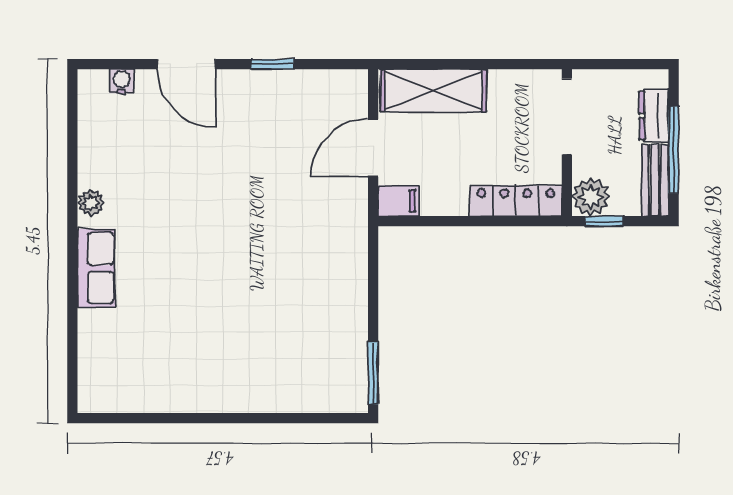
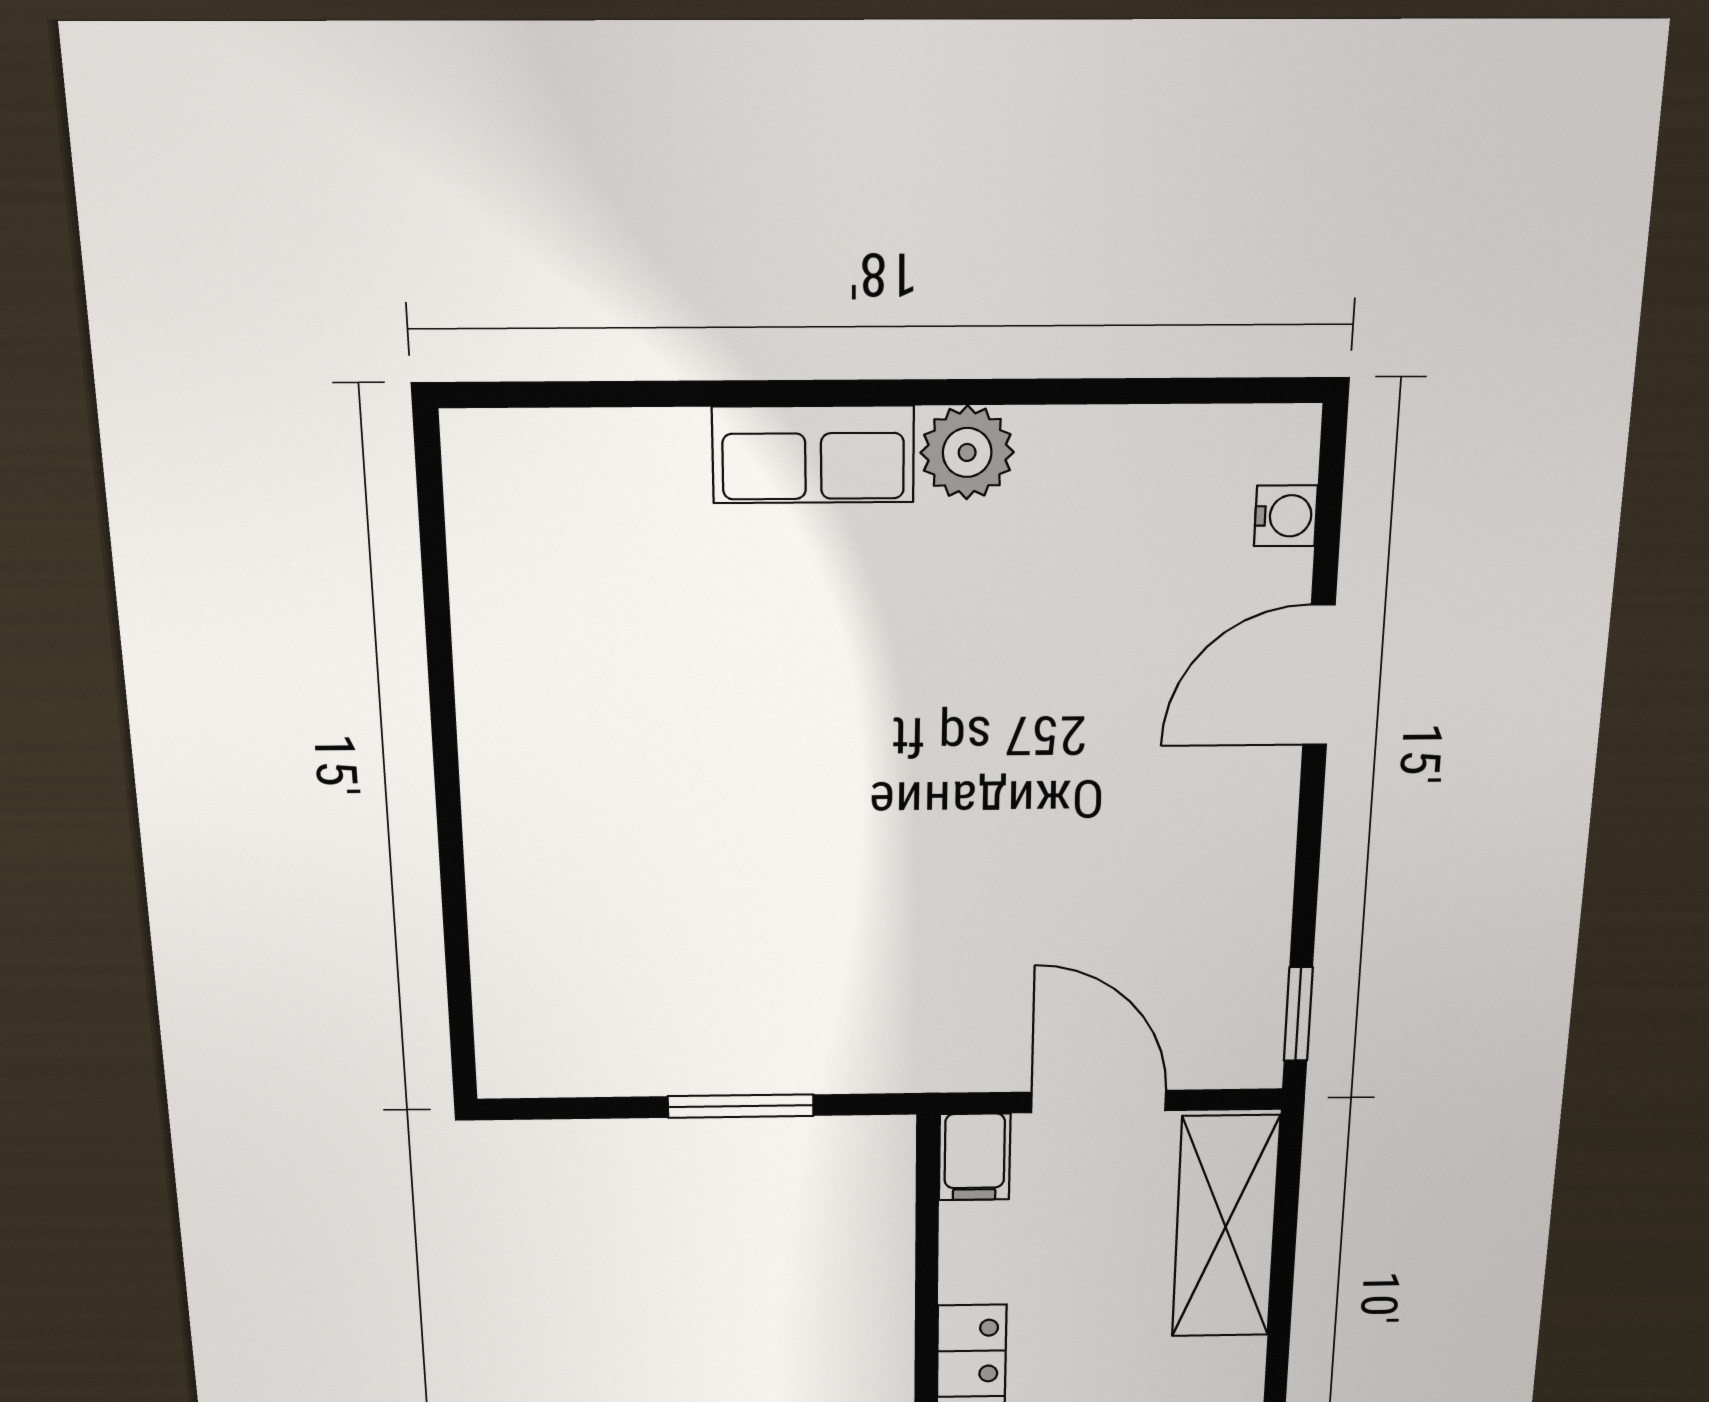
window: (272, 64) -> (1298, 1014), moved
plant: (91, 203) -> (967, 452), width x1.38, depth x1.38
window: (373, 373) -> (741, 1106), moved

